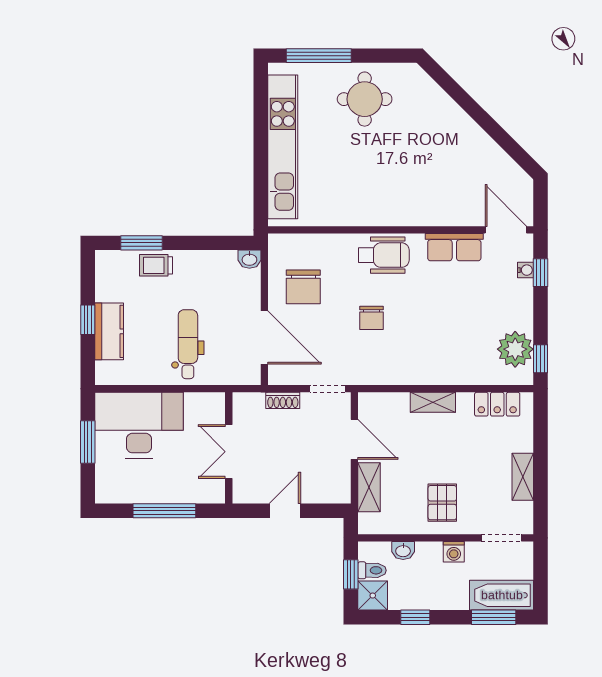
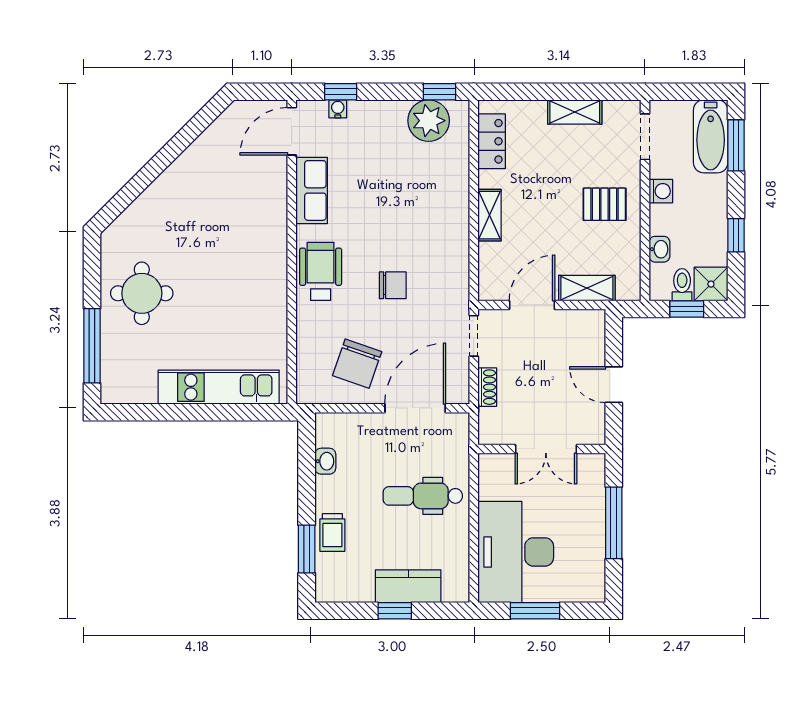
kitchen unit: (283, 147) -> (219, 387), width x0.73
washbasin: (249, 259) -> (325, 461), moved
chair: (303, 287) -> (357, 364), turned 109

